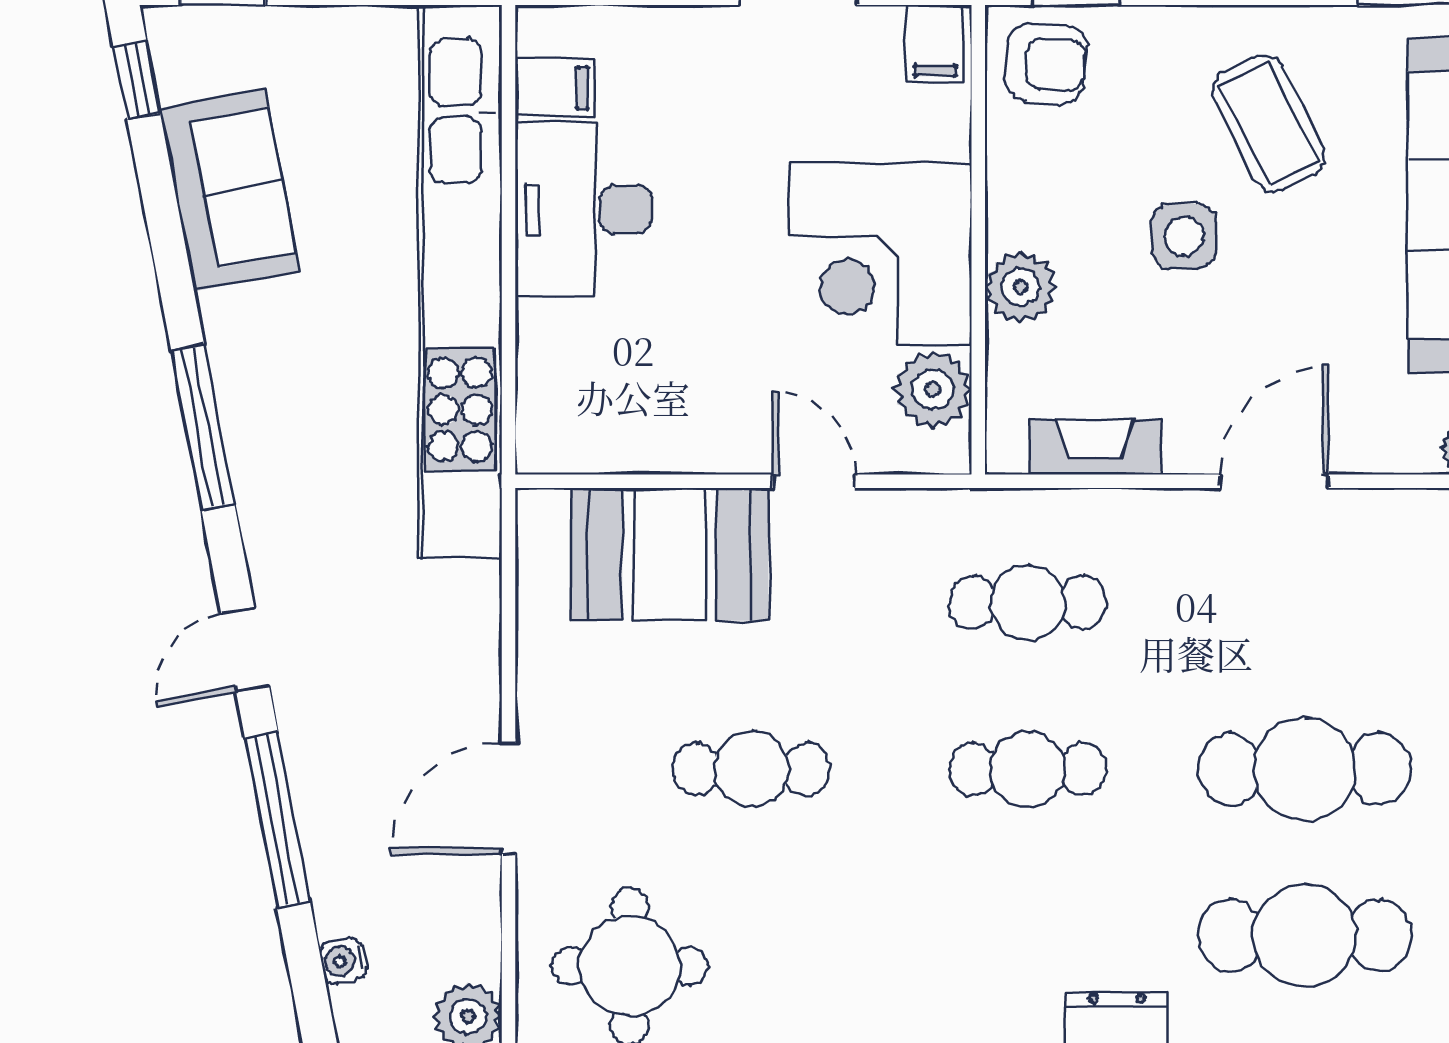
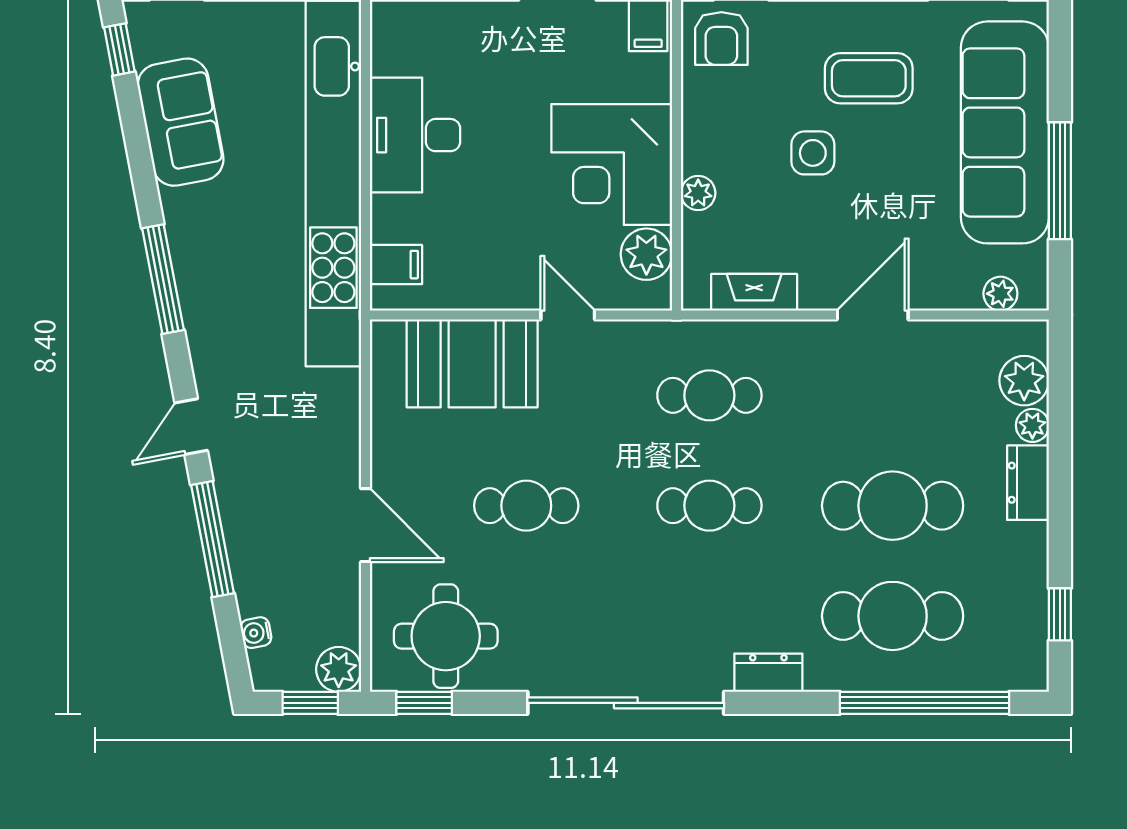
armchair: (1046, 63) -> (721, 38), turned 84
filing cabinet: (555, 88) -> (396, 265), moved
coffee table: (1269, 124) -> (869, 78), turned -63
plant: (1021, 287) -> (698, 193), width x0.73, depth x0.73
door: (508, 798) -> (365, 525), swing flipped

